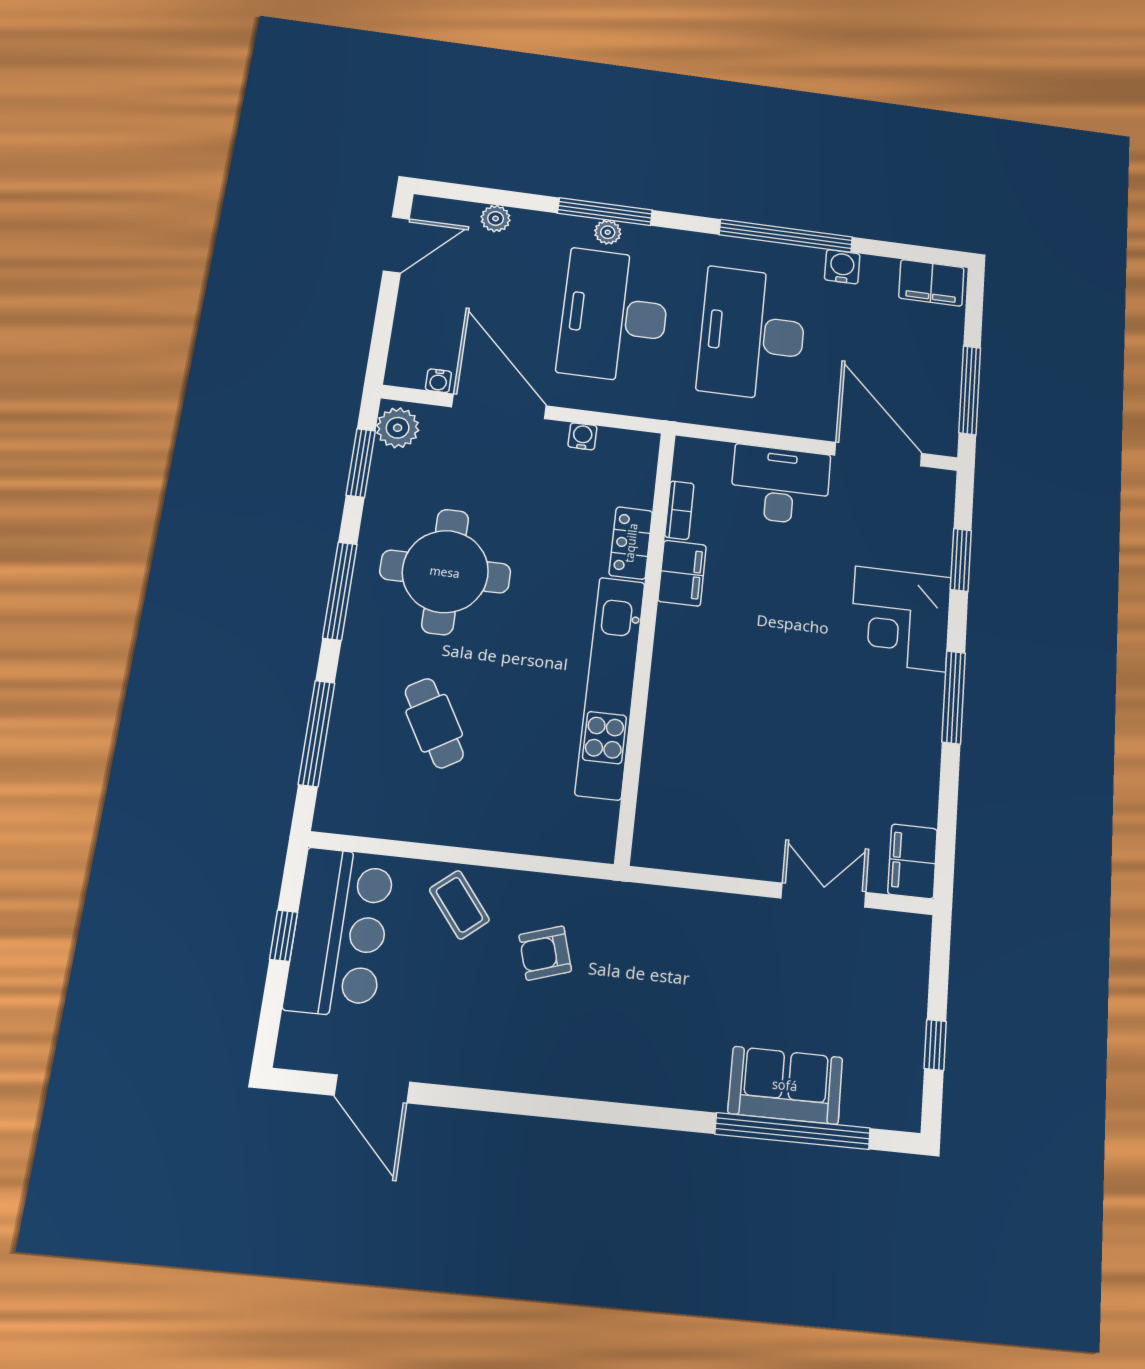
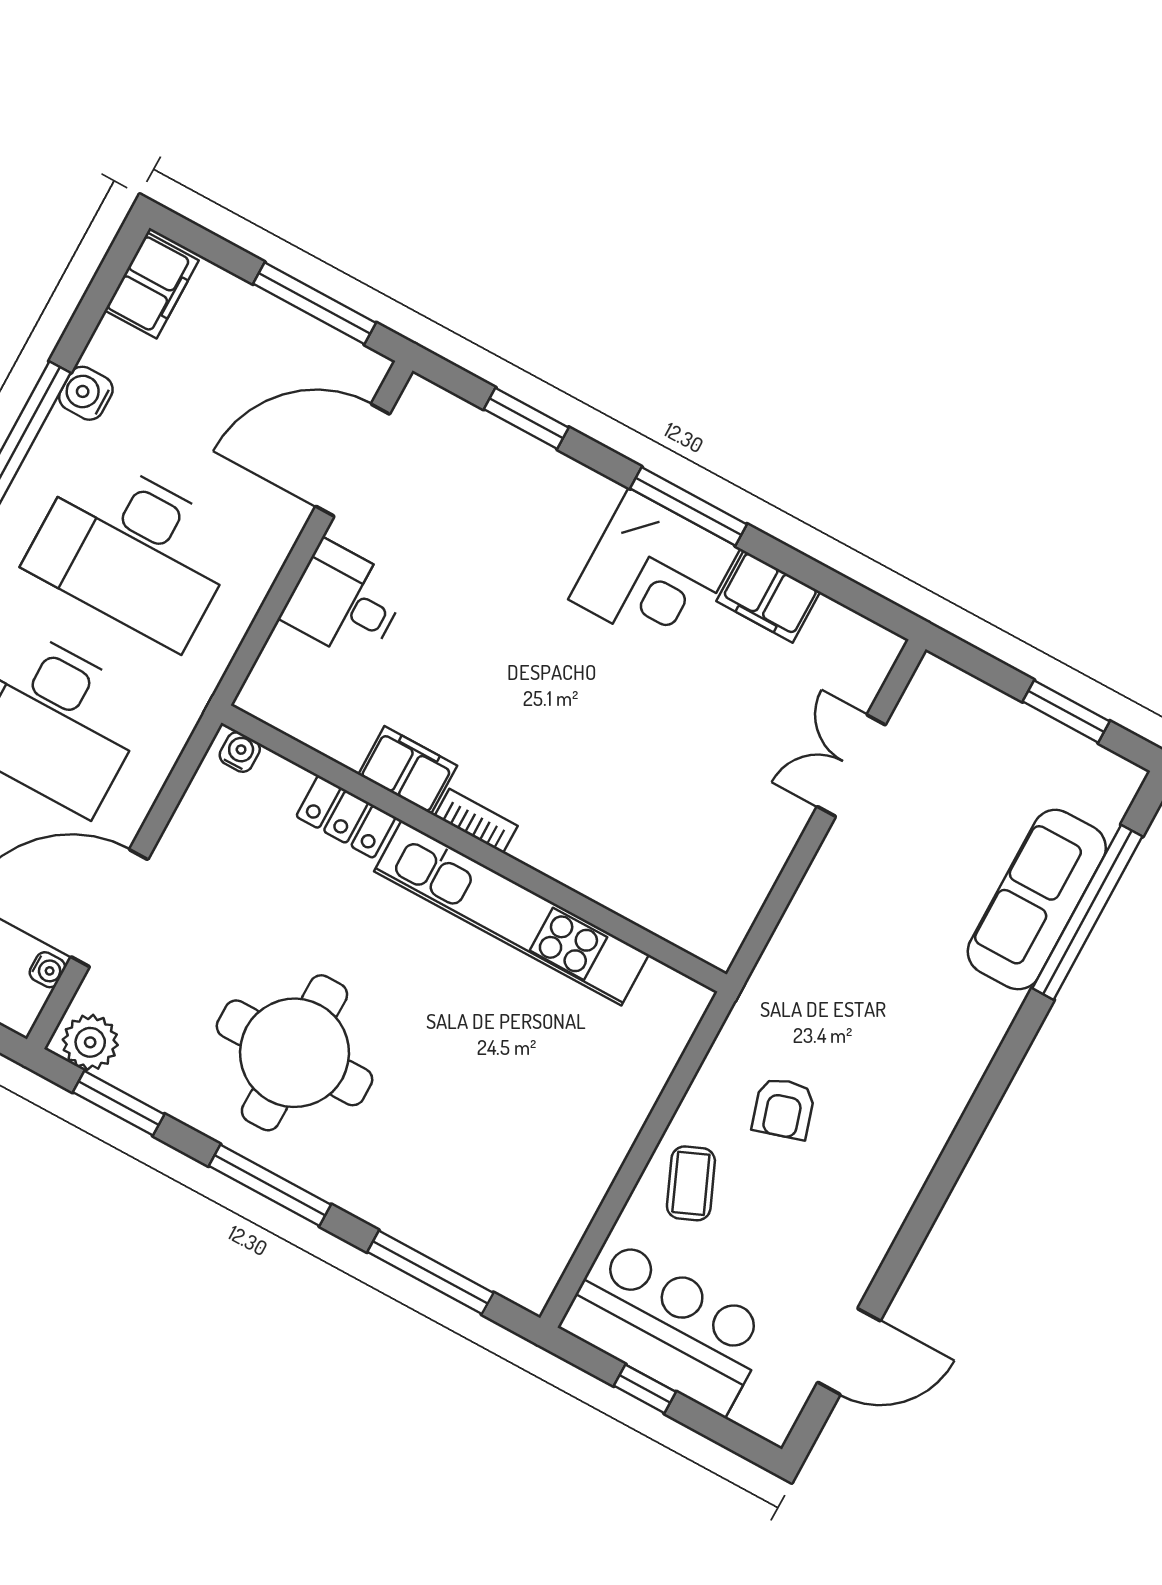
water cooler: (582, 436) -> (240, 752), moved, turned 90
desk: (780, 485) -> (344, 602), width x0.73
bookcase: (679, 510) -> (476, 821), moved
corner desk: (900, 619) -> (654, 574), moved
cafe table: (434, 723) -> (472, 1134), removed
filing cabinet: (913, 861) -> (768, 596), moved
coffee table: (459, 905) -> (691, 1183), turned -74
window: (935, 1045) -> (1066, 711), width x1.50
sofa: (785, 1085) -> (1037, 900), width x1.36

